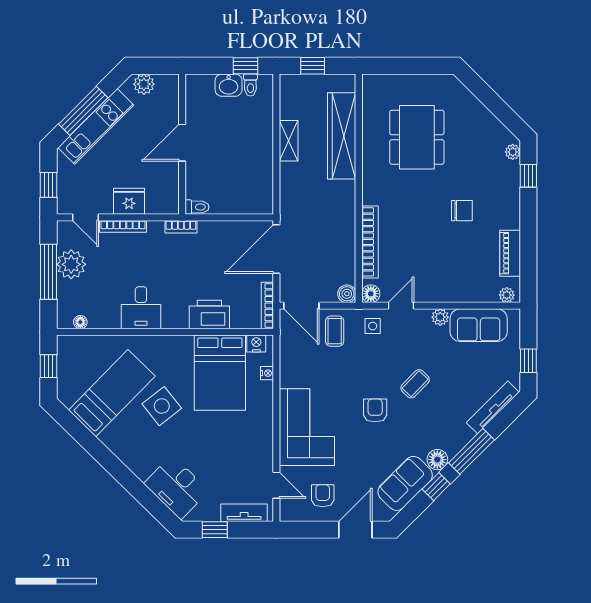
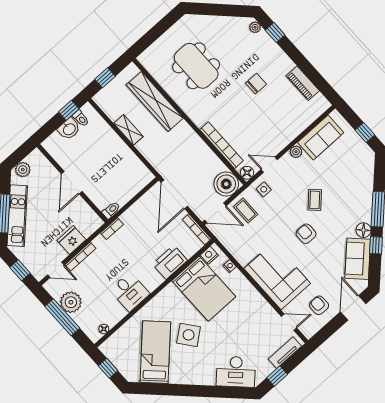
boiler: (347, 294) -> (226, 184), width x1.86, depth x1.86
plant: (507, 295) -> (321, 108), removed
door: (401, 306) -> (269, 165), hinge flipped
tv unit: (493, 407) -> (368, 175), removed

